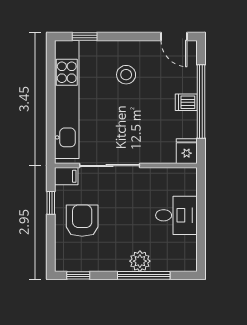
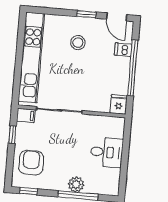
window: (85, 36) -> (86, 14), moved
dishwasher: (186, 102) -> (123, 50), moved
armchair: (82, 221) -> (31, 163), moved

